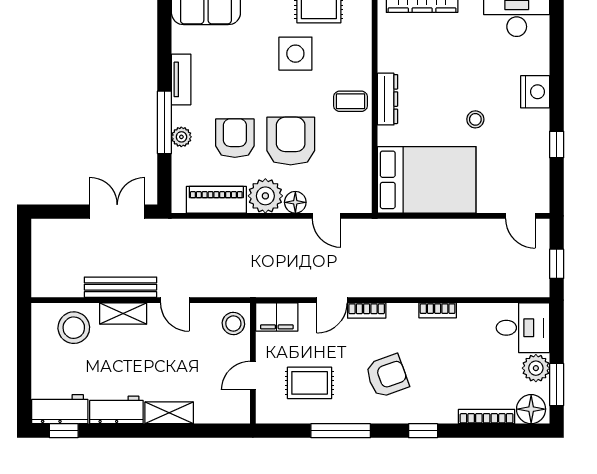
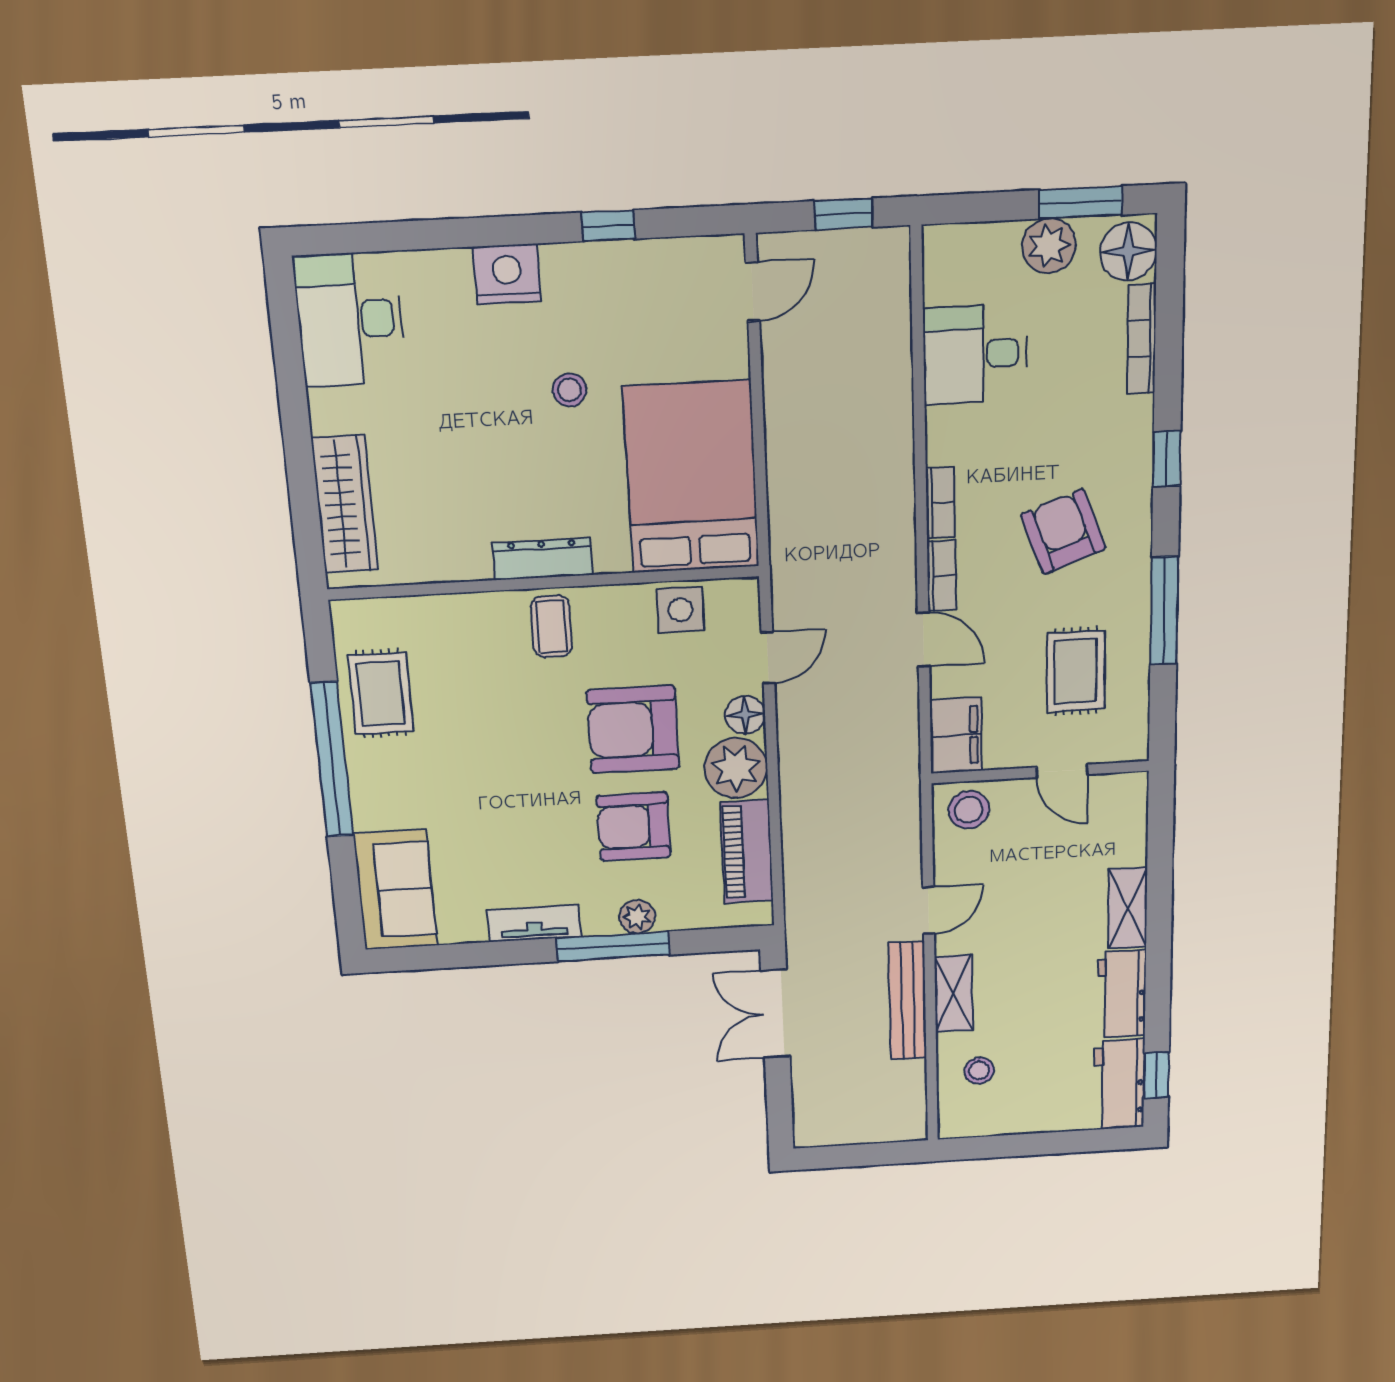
side table: (295, 54) -> (680, 610), moved, width x0.73, depth x0.73
bookcase: (438, 310) -> (940, 502), moved
stool: (74, 328) -> (979, 1071), width x0.53, depth x0.53
desk: (523, 328) -> (975, 354), moved, turned -90

